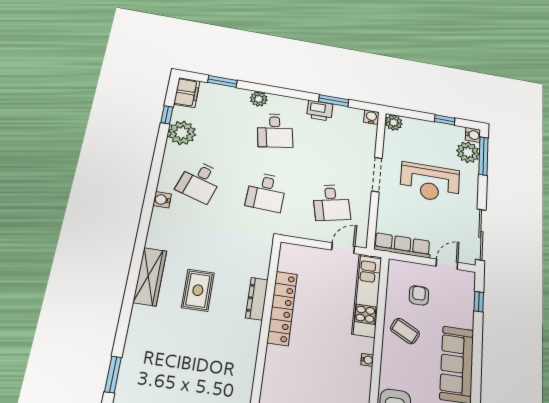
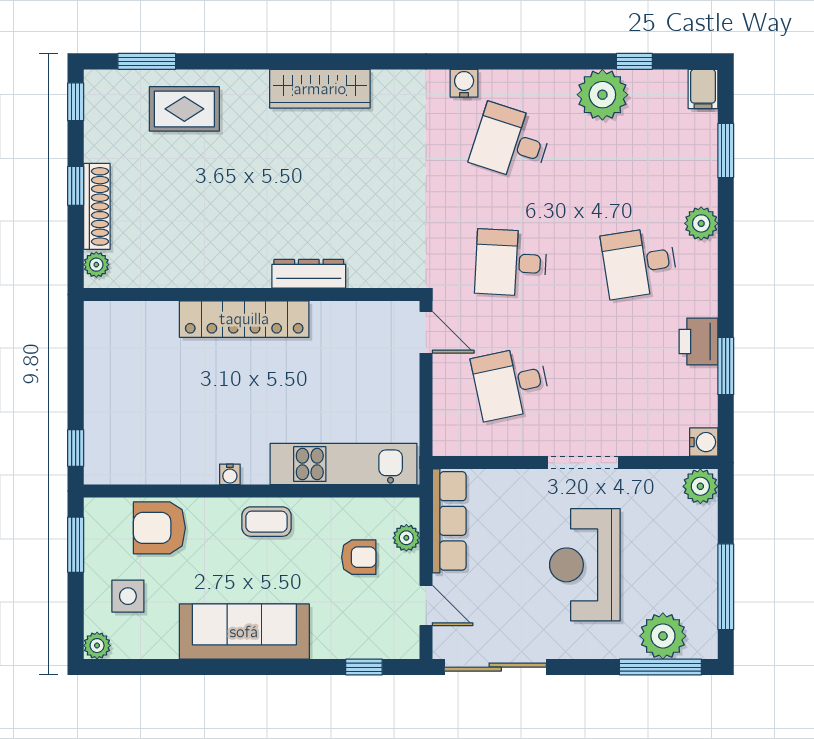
filing cabinet: (187, 93) -> (703, 89), width x0.50
window: (445, 120) -> (726, 587), width x2.17
water cooler: (473, 135) -> (703, 645), removed
door: (343, 248) -> (426, 332), moved
plant: (410, 269) -> (406, 538), added
rug: (198, 290) -> (184, 109), moved
locker: (282, 308) -> (244, 319), moved
coffee table: (405, 331) -> (267, 522), moved, turned 62

